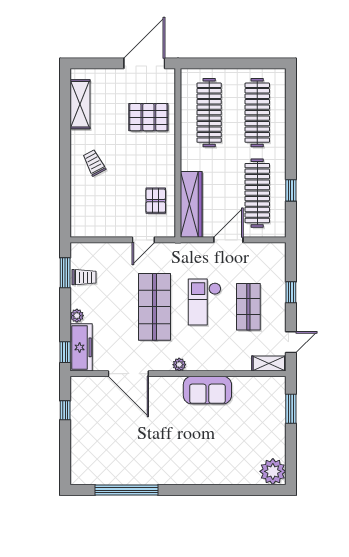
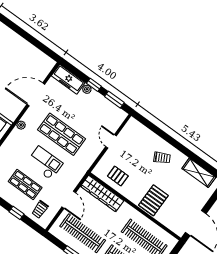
pallet: (148, 117) -> (153, 200), moved
door: (143, 240) -> (111, 141), moved
trolley: (84, 277) -> (40, 209), moved
window: (65, 352) -> (94, 85), moved
window: (65, 410) -> (41, 46), removed

